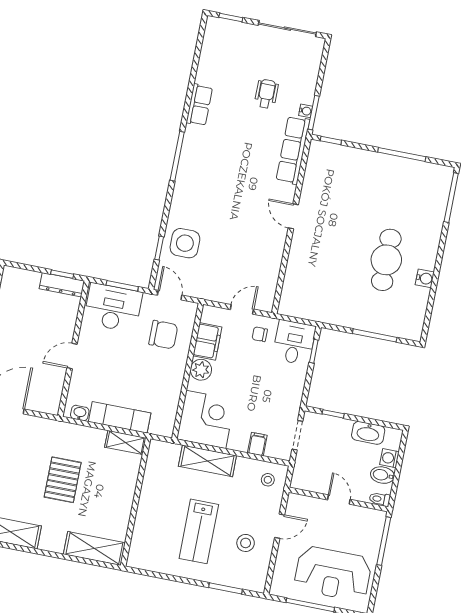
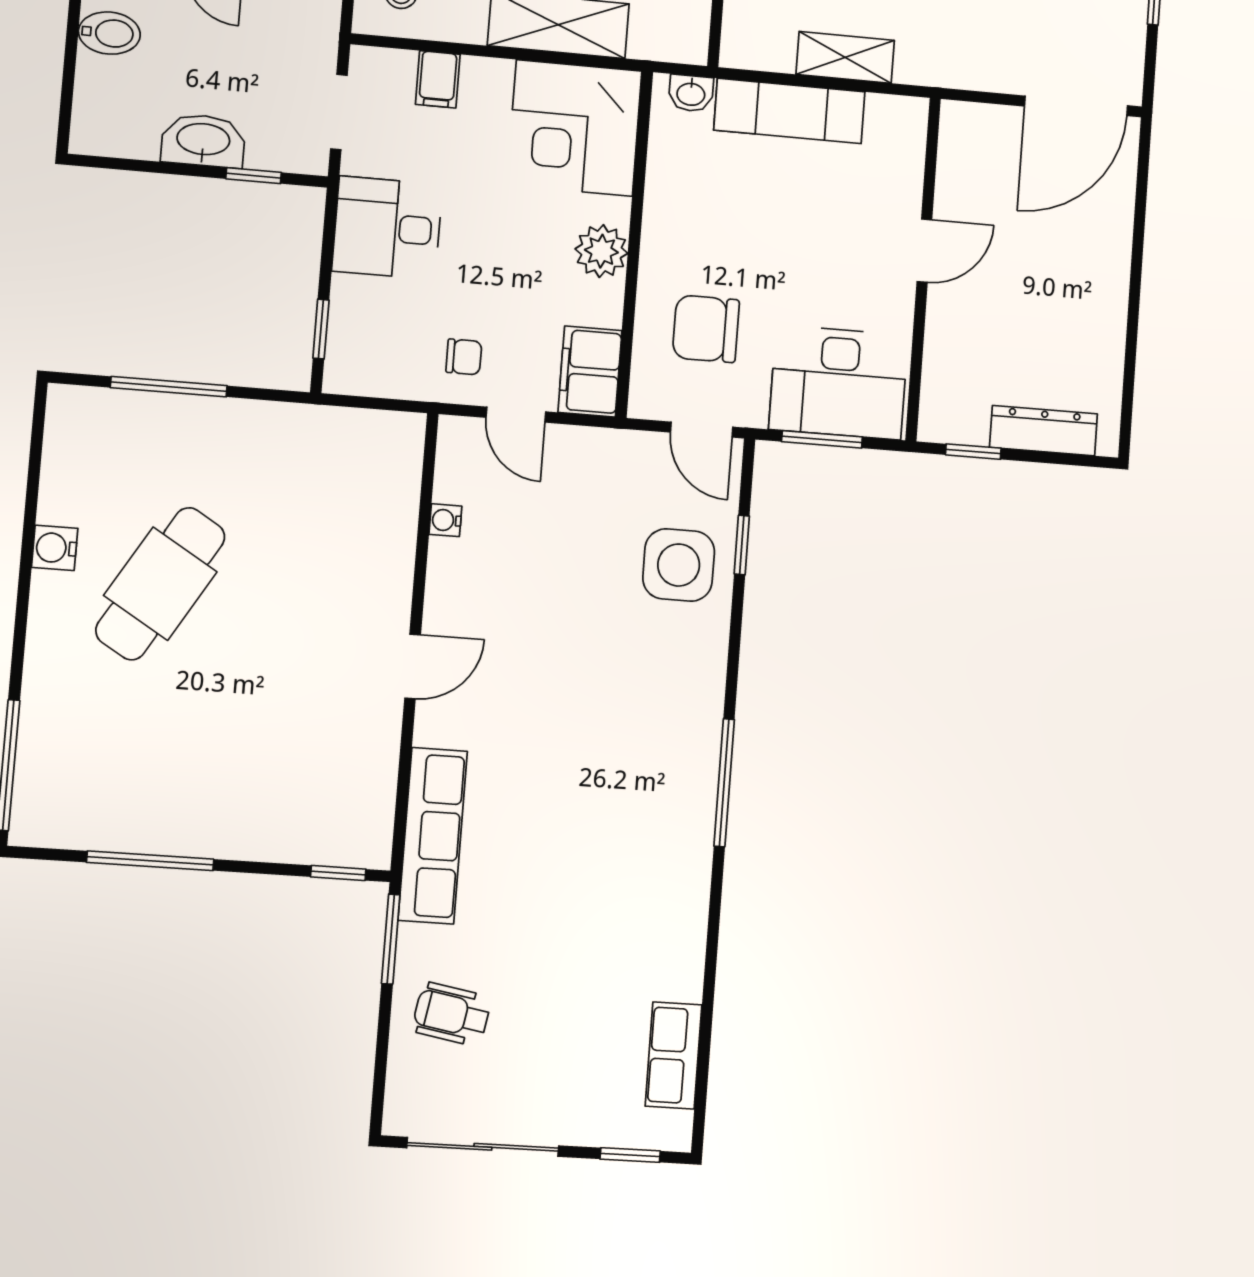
wheelchair: (266, 94) -> (452, 1014), moved, turned 100
row of seats: (199, 105) -> (674, 1055), moved
water cooler: (306, 111) -> (445, 520), moved
door: (293, 216) -> (413, 666), hinge flipped
cafe table: (386, 260) -> (160, 584), turned 31
dresser: (62, 285) -> (1044, 431), moved
door: (242, 309) -> (516, 415), hinge flipped
filing cabinet: (207, 341) -> (590, 371), moved
desk: (294, 343) -> (387, 228), moved, turned 90
washbasin: (80, 413) -> (691, 93), moved
washbasin: (368, 433) -> (203, 141), moved
shelving: (125, 442) -> (845, 57), moved
washing machine: (389, 458) -> (96, 78), removed

